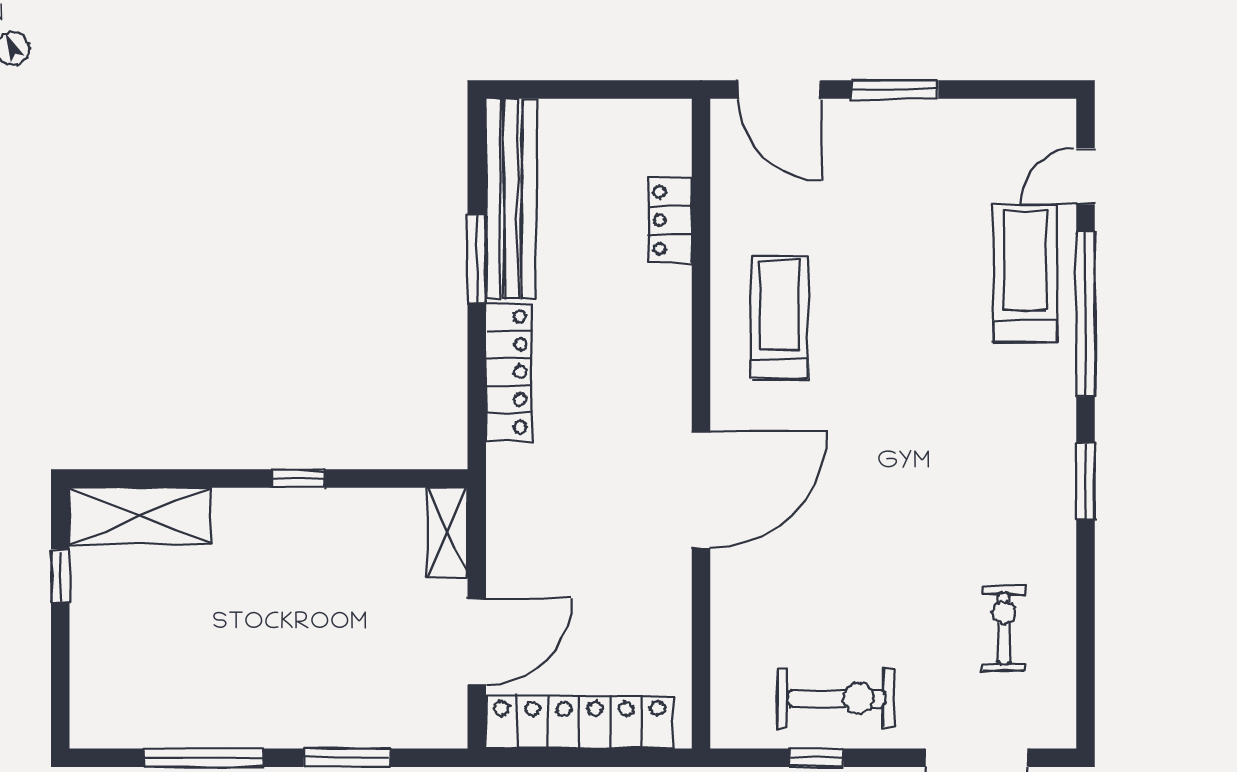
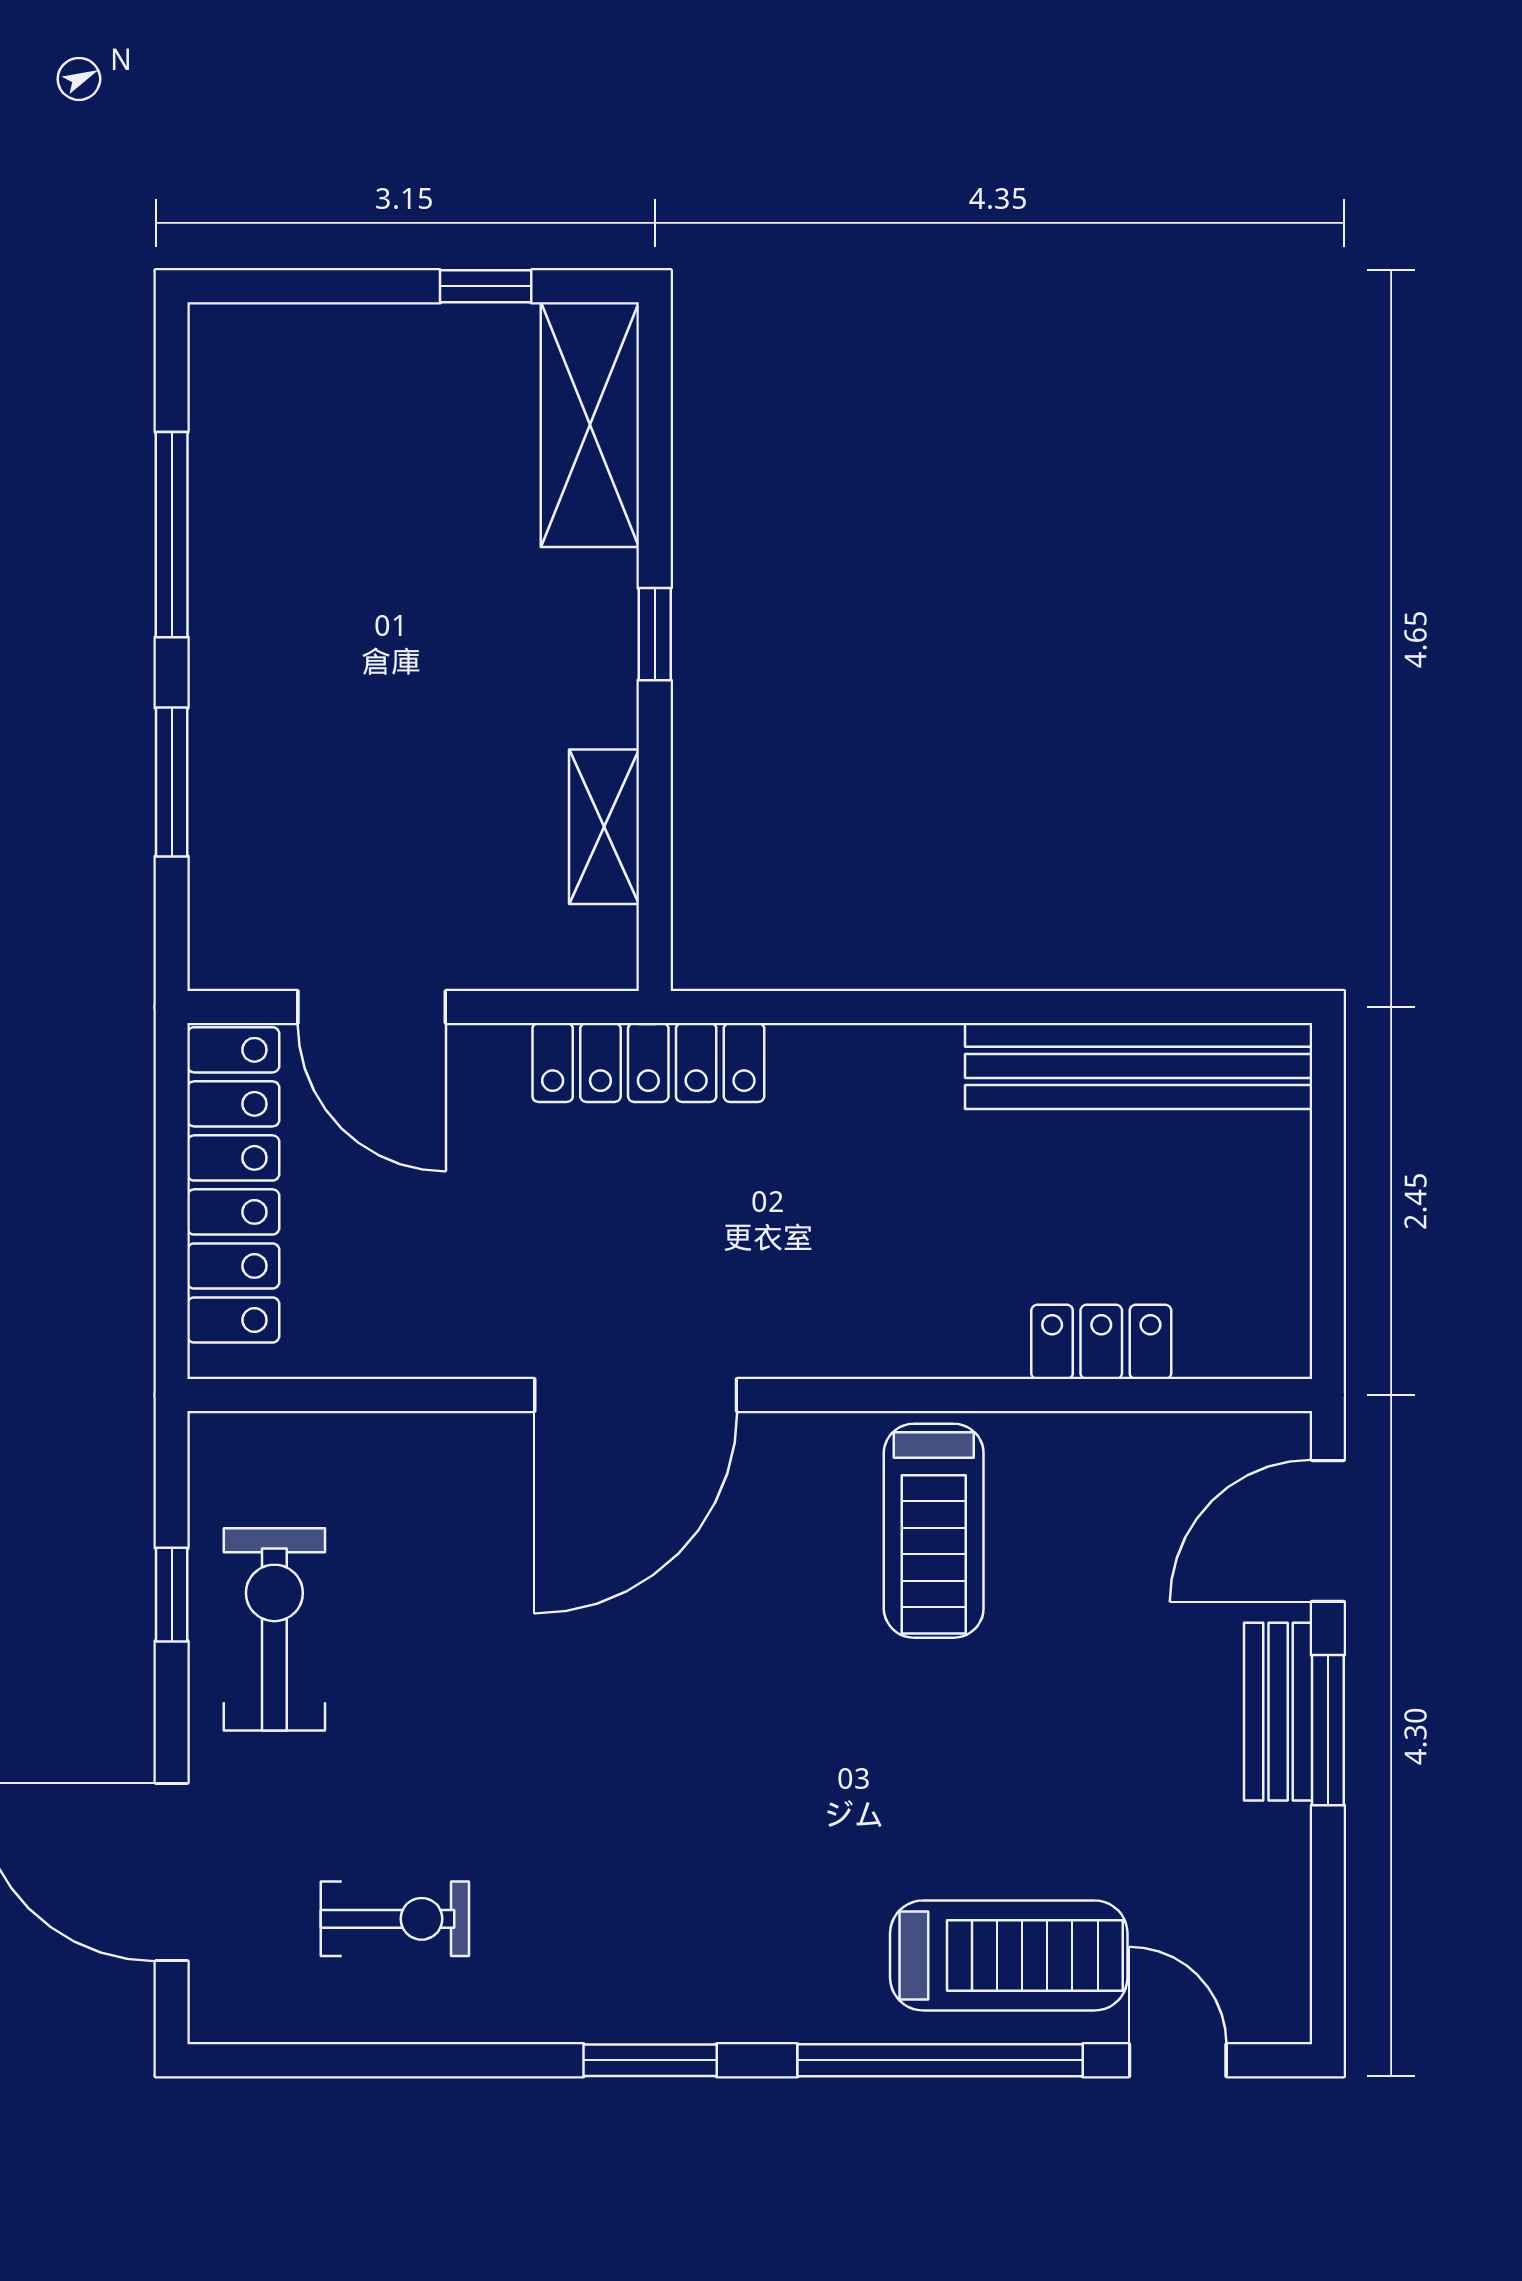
bench: (884, 118) -> (1278, 1712), added
window: (477, 259) -> (1035, 1007), removed
treadmill: (779, 317) -> (934, 1531), turned 90
locker: (509, 372) -> (648, 1062), moved
window: (298, 478) -> (655, 634), moved
door: (701, 490) -> (636, 1395), hinge flipped
shelving: (447, 532) -> (604, 827), moved, turned 90
exercise bike: (836, 698) -> (274, 1629), turned 180

